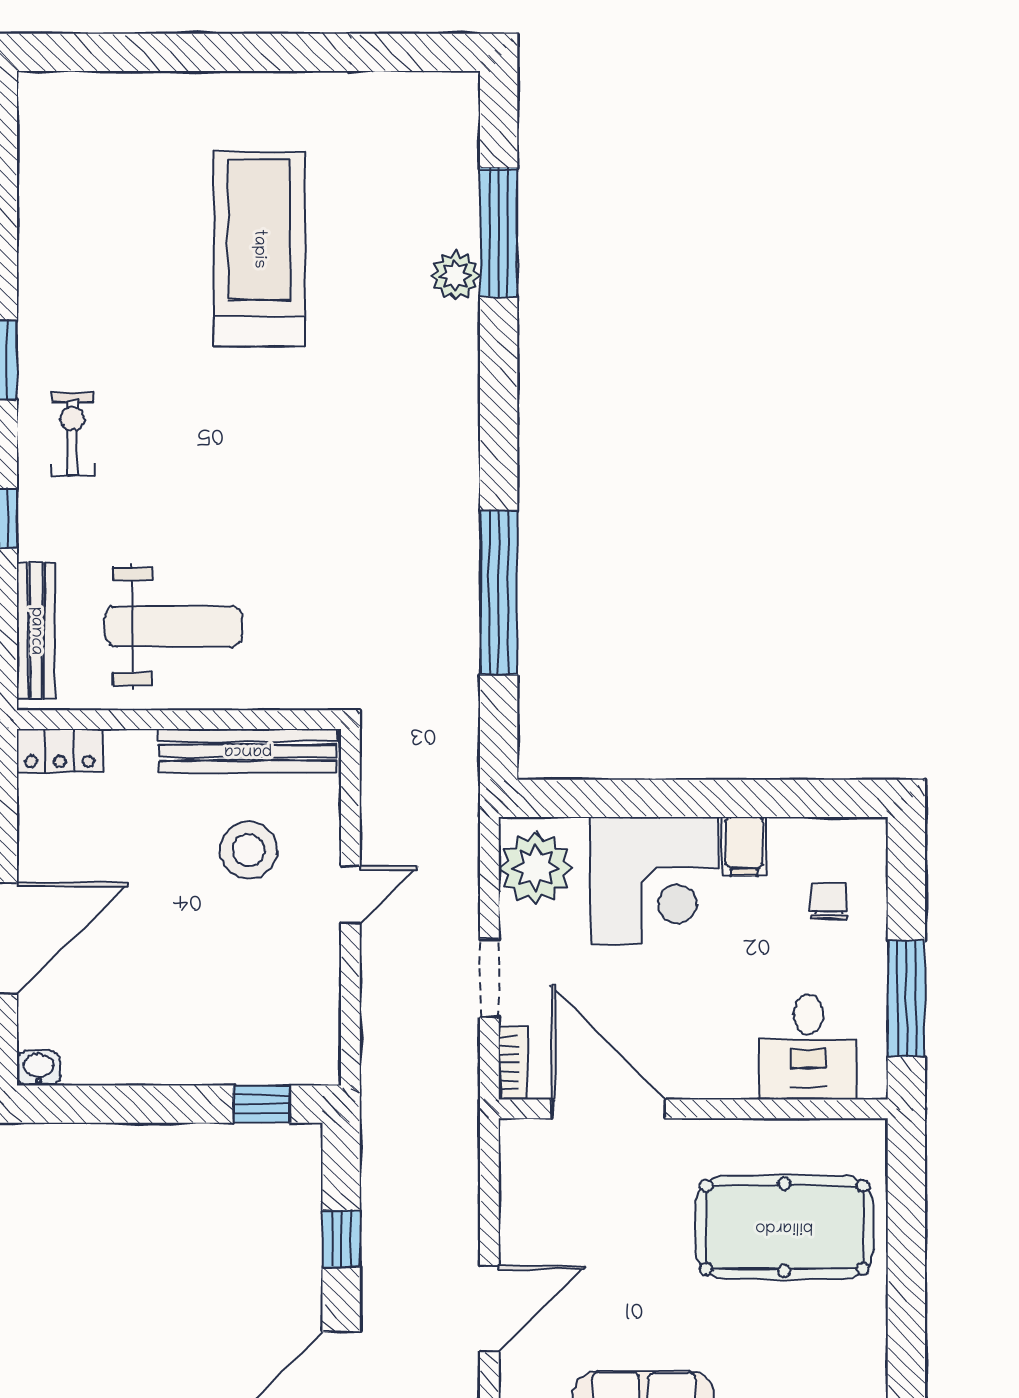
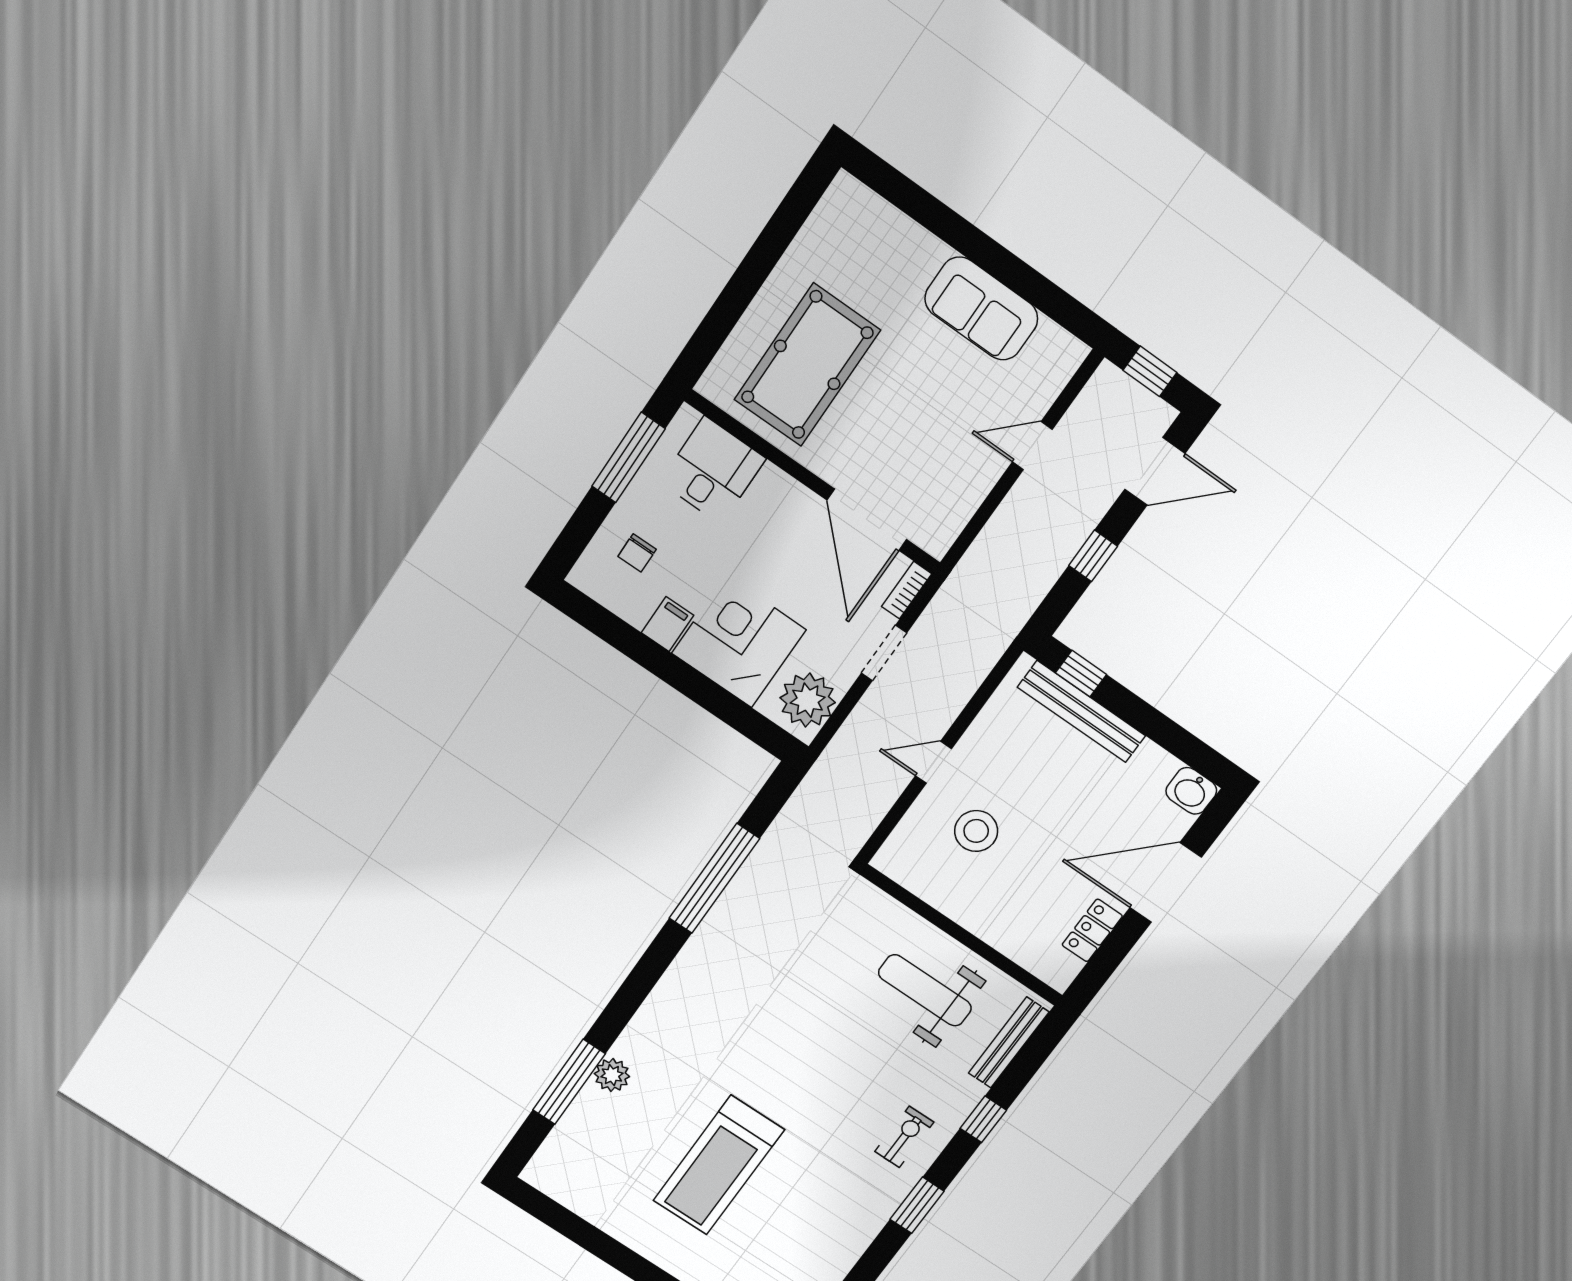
exercise bike: (72, 434) -> (904, 1137), turned 180
locker: (60, 751) -> (1092, 930), moved, turned -90
bench: (248, 751) -> (1082, 711), moved
washbasin: (39, 1068) -> (1191, 791), width x1.38, depth x1.45
pool table: (784, 1227) -> (807, 365), turned 90
door: (489, 1309) -> (1032, 446), width x0.73

